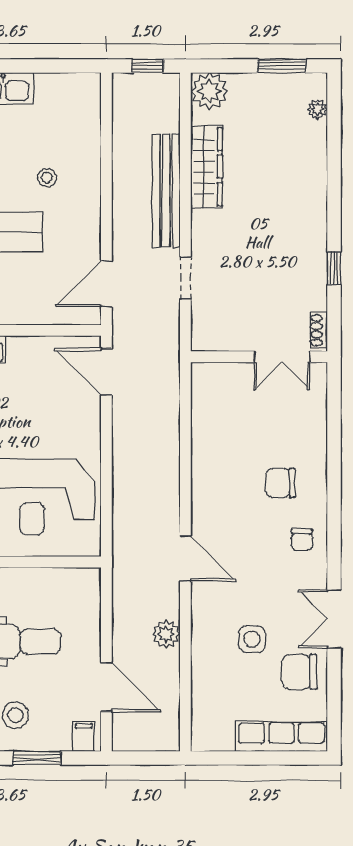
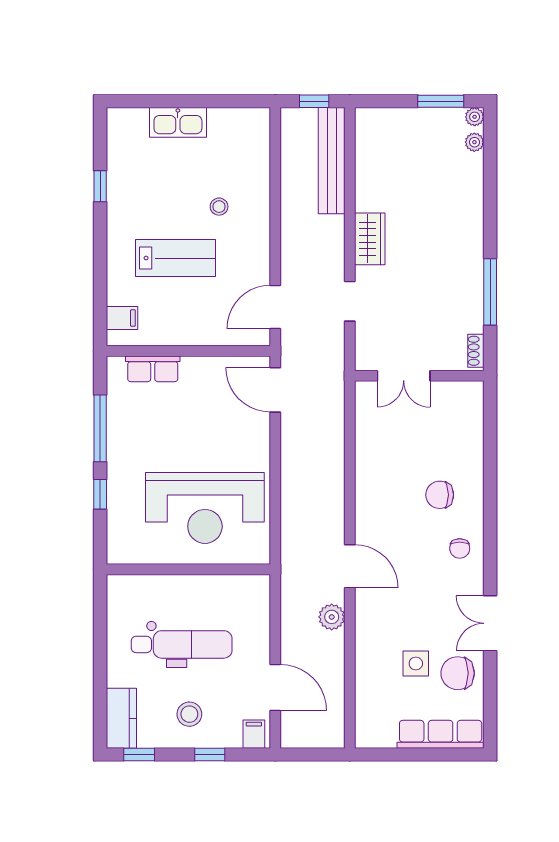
plant: (209, 91) -> (475, 117), moved, width x0.53, depth x0.53
wardrobe: (207, 167) -> (370, 239), moved, width x0.67
bench: (166, 191) -> (332, 161), moved
window: (334, 268) -> (490, 292), width x2.17
double door: (282, 357) -> (404, 376), moved
plant: (166, 634) -> (332, 617), moved
side table: (252, 639) -> (416, 663), moved
window: (37, 758) -> (210, 754), width x0.67

